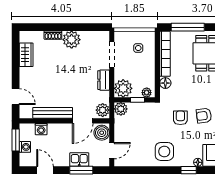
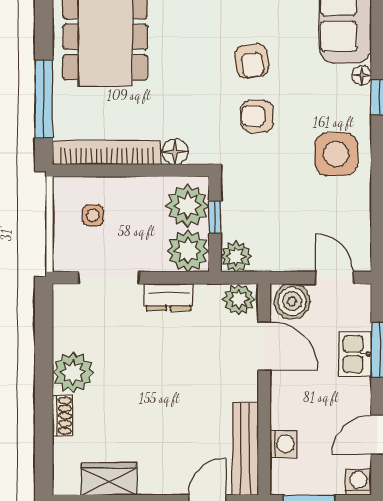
plant: (147, 93) -> (187, 206), width x1.88, depth x1.88
bench: (53, 113) -> (245, 449), moved
washing machine: (25, 147) -> (358, 482), moved

